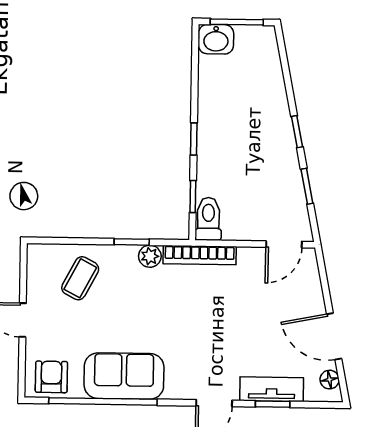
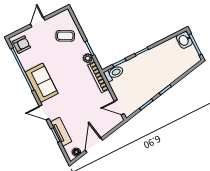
sofa: (124, 376) -> (42, 83), moved

